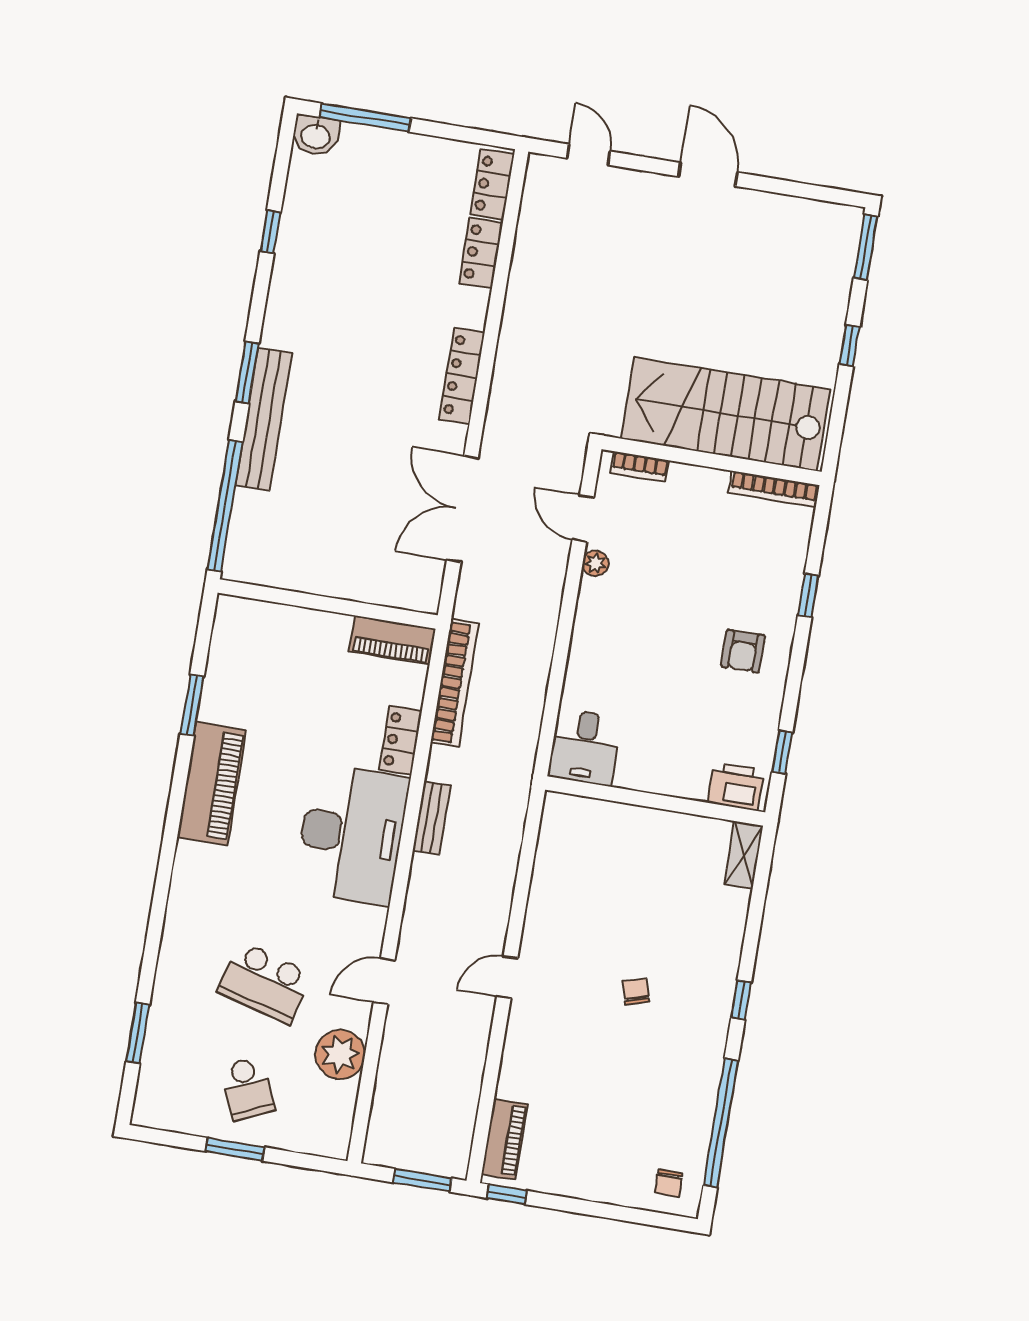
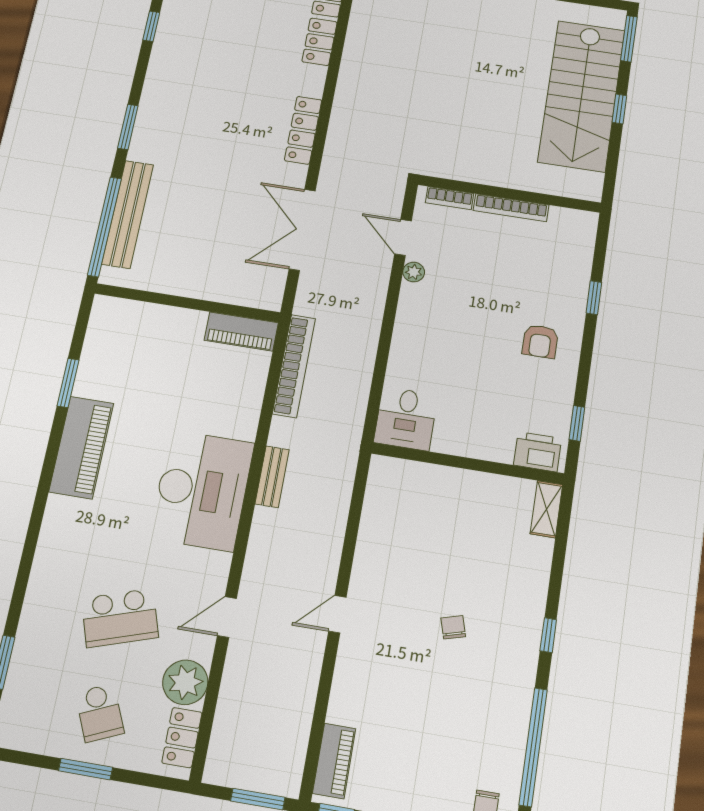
stairs: (726, 414) -> (582, 96), moved, turned -90
bench: (264, 419) -> (128, 214), moved
bookcase: (774, 489) -> (511, 208), moved
locker: (401, 740) -> (182, 738), moved
school desk: (265, 983) -> (120, 618), turned -33

